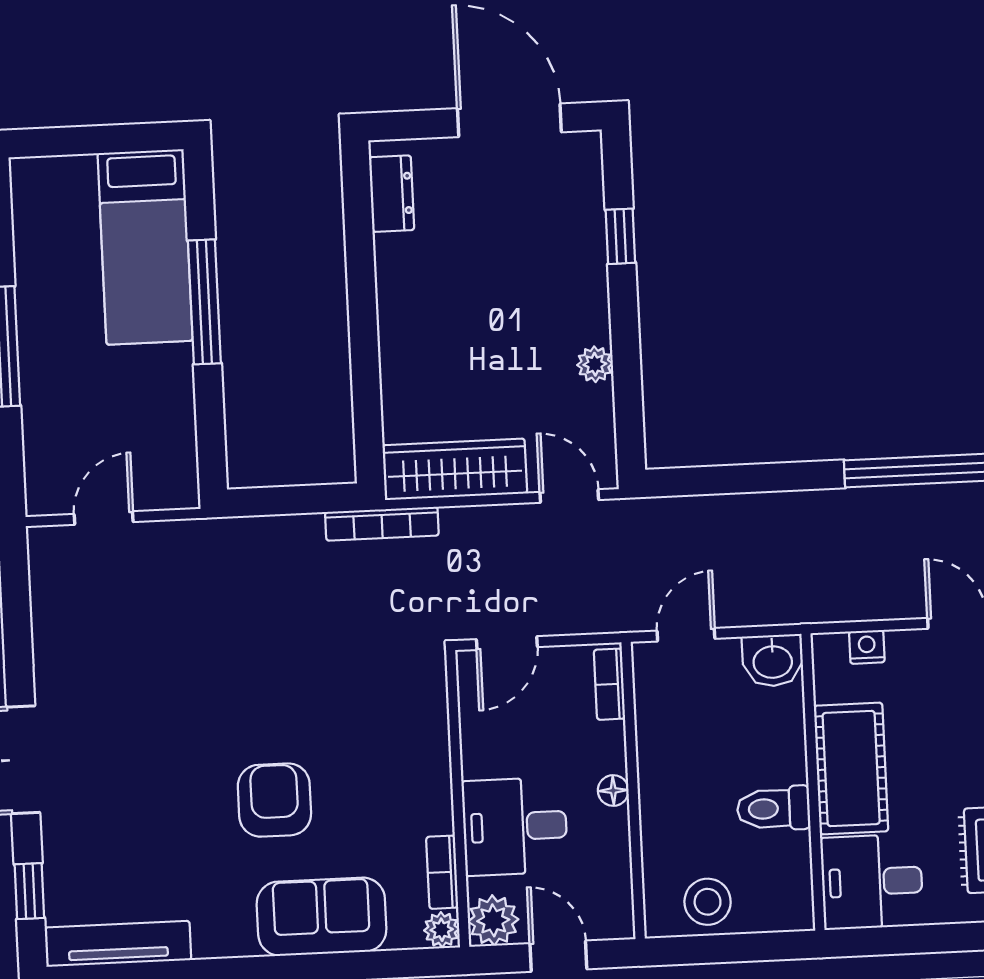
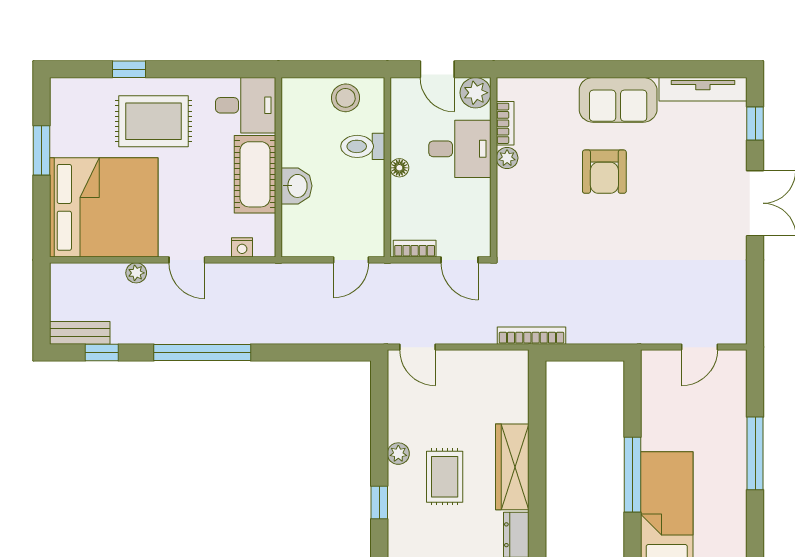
rug: (514, 284) -> (445, 477), added
plant: (595, 364) -> (398, 454), moved
wardrobe: (455, 469) -> (512, 467), moved, turned 90
door: (507, 643) -> (459, 260), swing flipped
washbasin: (773, 661) -> (297, 186), moved, turned 90
bookcase: (609, 684) -> (415, 249), moved, turned -90
toilet: (773, 809) -> (363, 146), moved, turned 180
sofa: (322, 917) -> (618, 100), moved
plant: (442, 930) -> (507, 158), moved

